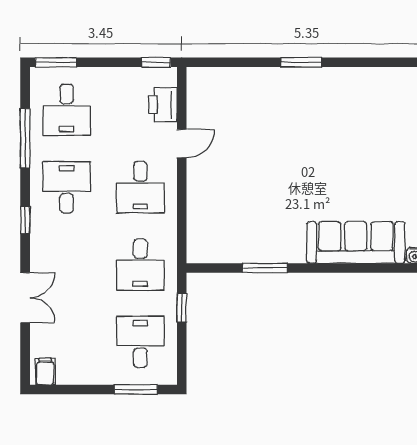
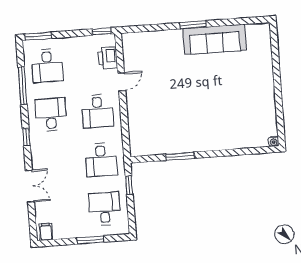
sofa: (356, 242) -> (214, 39), moved, turned 180
window: (136, 389) -> (90, 240), moved

